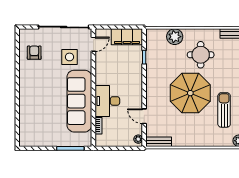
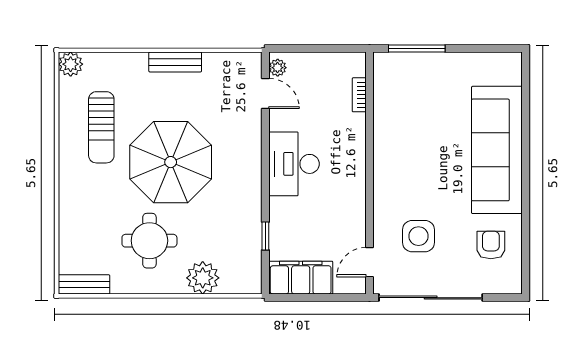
armchair: (34, 53) -> (491, 245), turned 180
sofa: (79, 101) -> (497, 150), moved, turned 180
desk: (107, 101) -> (294, 164), moved, turned 180
door: (144, 116) -> (265, 93), moved
bench: (159, 142) -> (175, 62), moved

